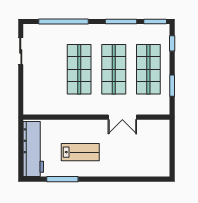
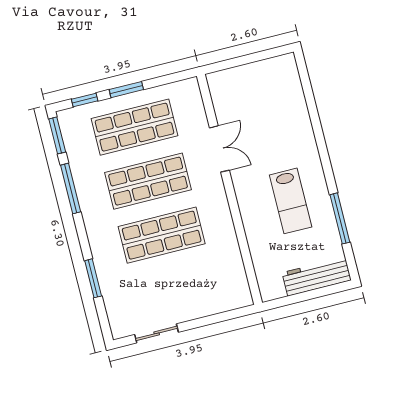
window: (64, 22) -> (93, 278), width x0.47
window: (172, 86) -> (126, 90), moved
workbench: (33, 149) -> (317, 276), width x0.73, depth x0.76
lab bench: (80, 152) -> (291, 201), turned 180

